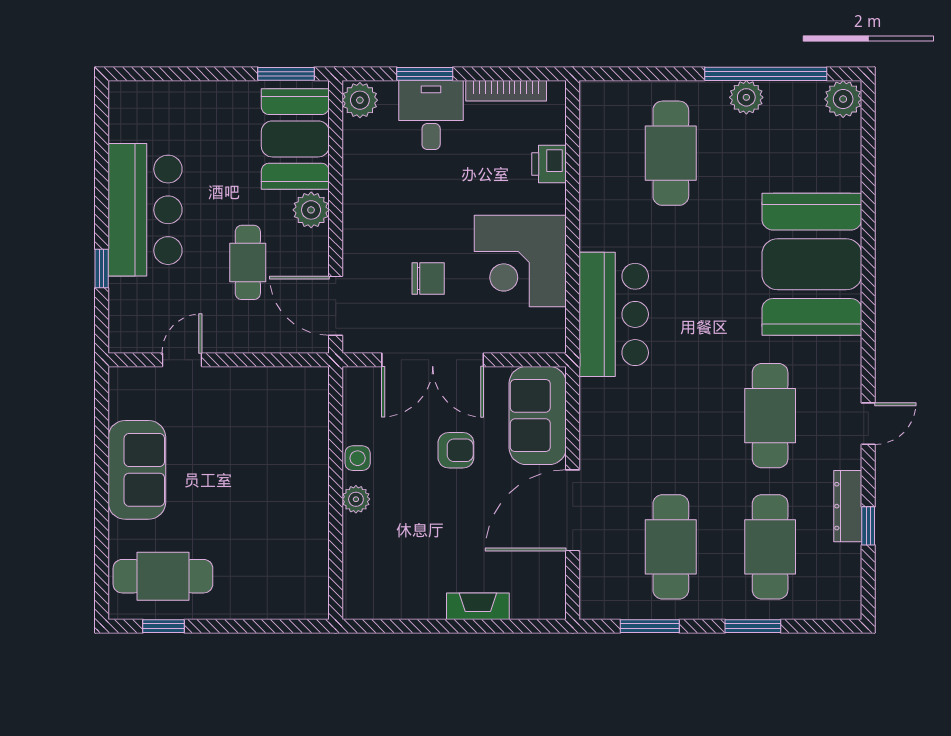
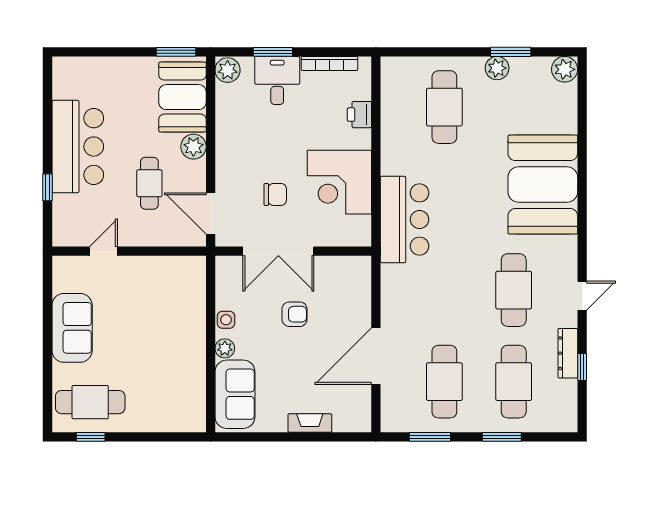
window: (766, 74) -> (511, 52), width x0.47
sofa: (538, 415) -> (235, 394), moved, turned 180

